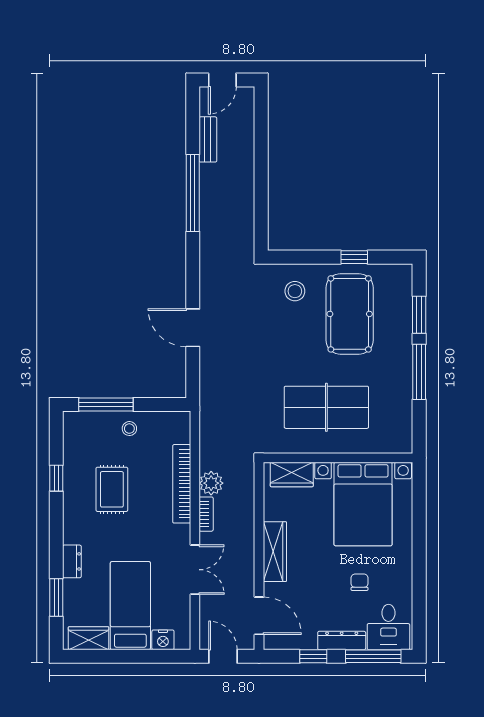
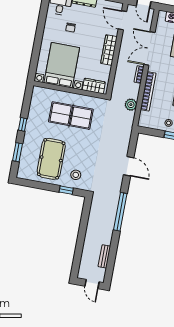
door: (222, 80) -> (92, 284), swing flipped
window: (193, 193) -> (120, 212), moved
window: (354, 257) -> (66, 190), moved
window: (419, 372) -> (23, 124), width x0.46
plant: (211, 483) -> (131, 105), moved
double door: (195, 570) -> (149, 48), width x1.37

